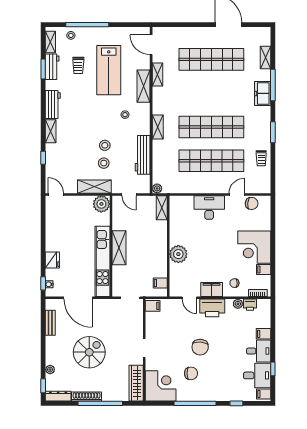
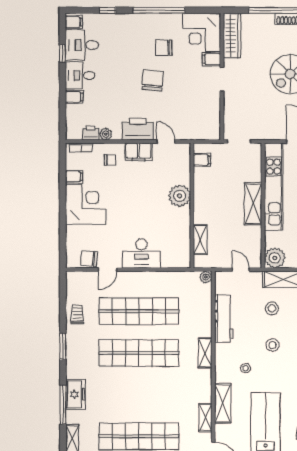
stool: (105, 145) -> (273, 345), moved
shelving: (162, 208) -> (200, 240), moved
filing cabinet: (153, 306) -> (211, 59), moved

